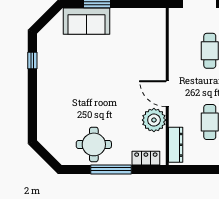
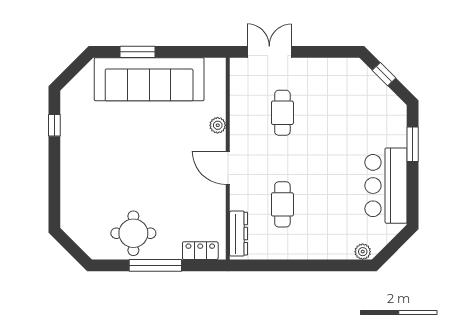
sofa: (86, 21) -> (149, 79), width x1.85, depth x1.27
plant: (154, 120) -> (218, 125), moved, width x0.53, depth x0.53

